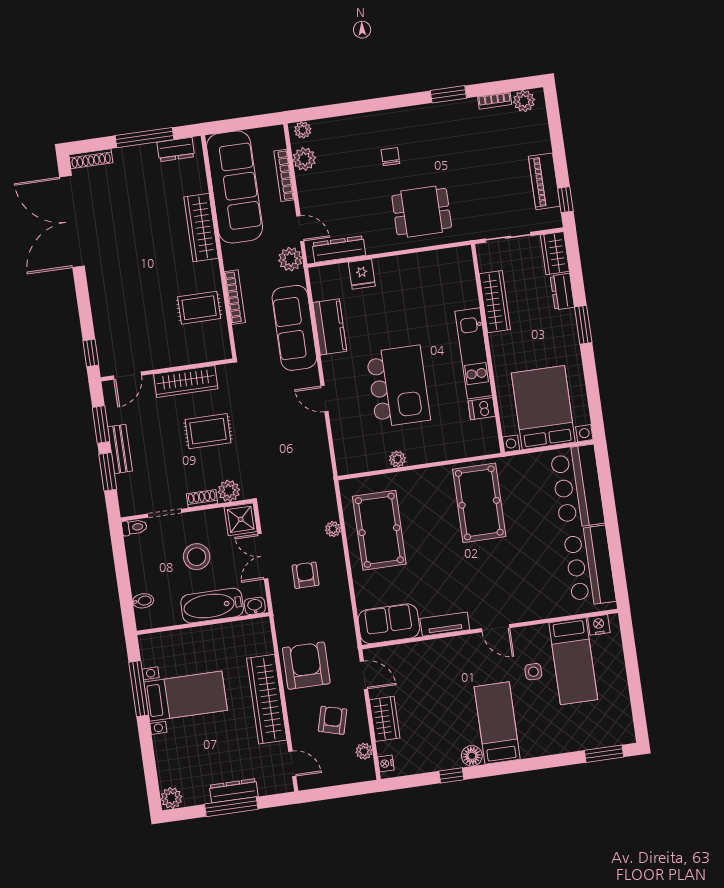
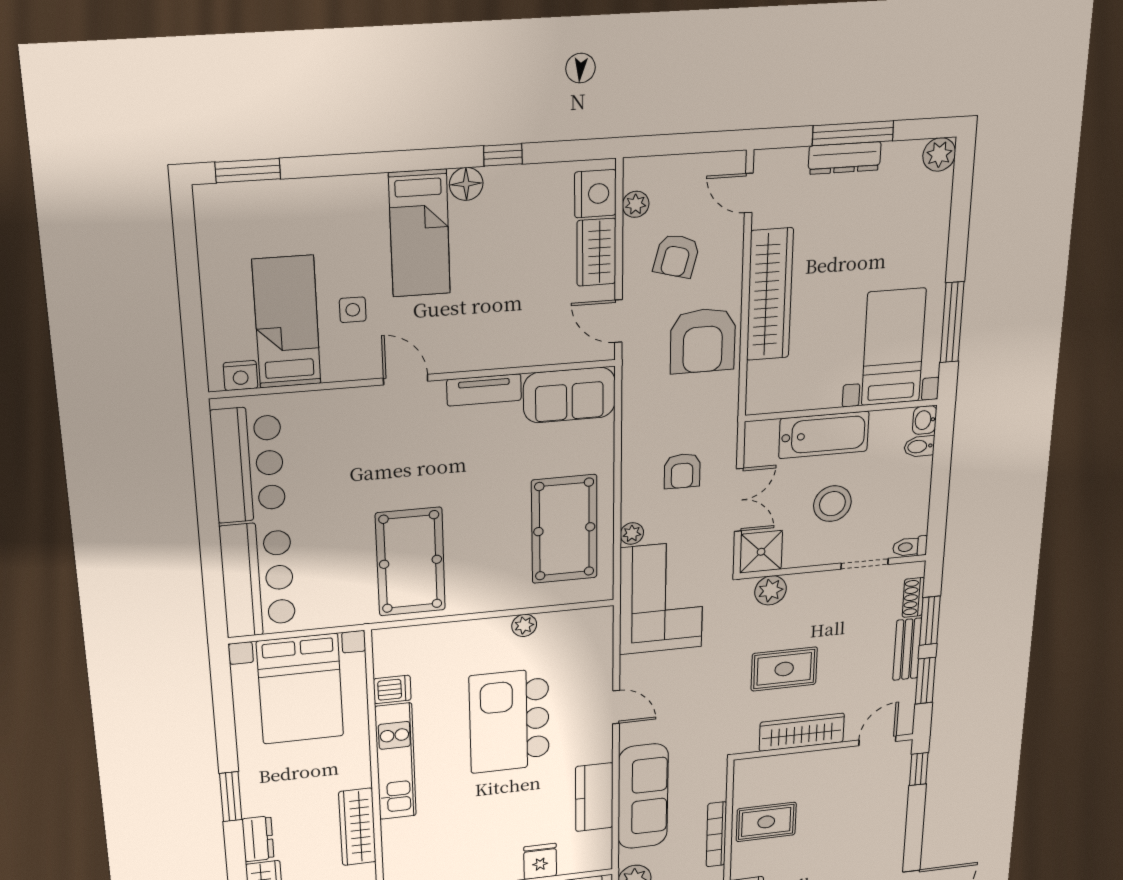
corner sofa: (305, 483) -> (661, 598), added
shoe rack: (202, 499) -> (913, 597), moved, turned 90
washbasin: (255, 606) -> (925, 420), moved, turned 90
bed with nightstands: (186, 696) -> (894, 347), moved, turned 90
nightstand: (386, 763) -> (595, 194), width x1.89, depth x1.79

